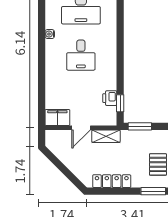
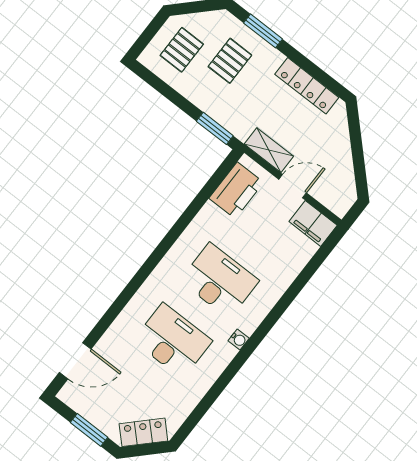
desk: (81, 55) -> (219, 281), width x1.37
printer: (110, 98) -> (236, 190), width x1.87, depth x1.48
window: (120, 103) -> (217, 178), removed

